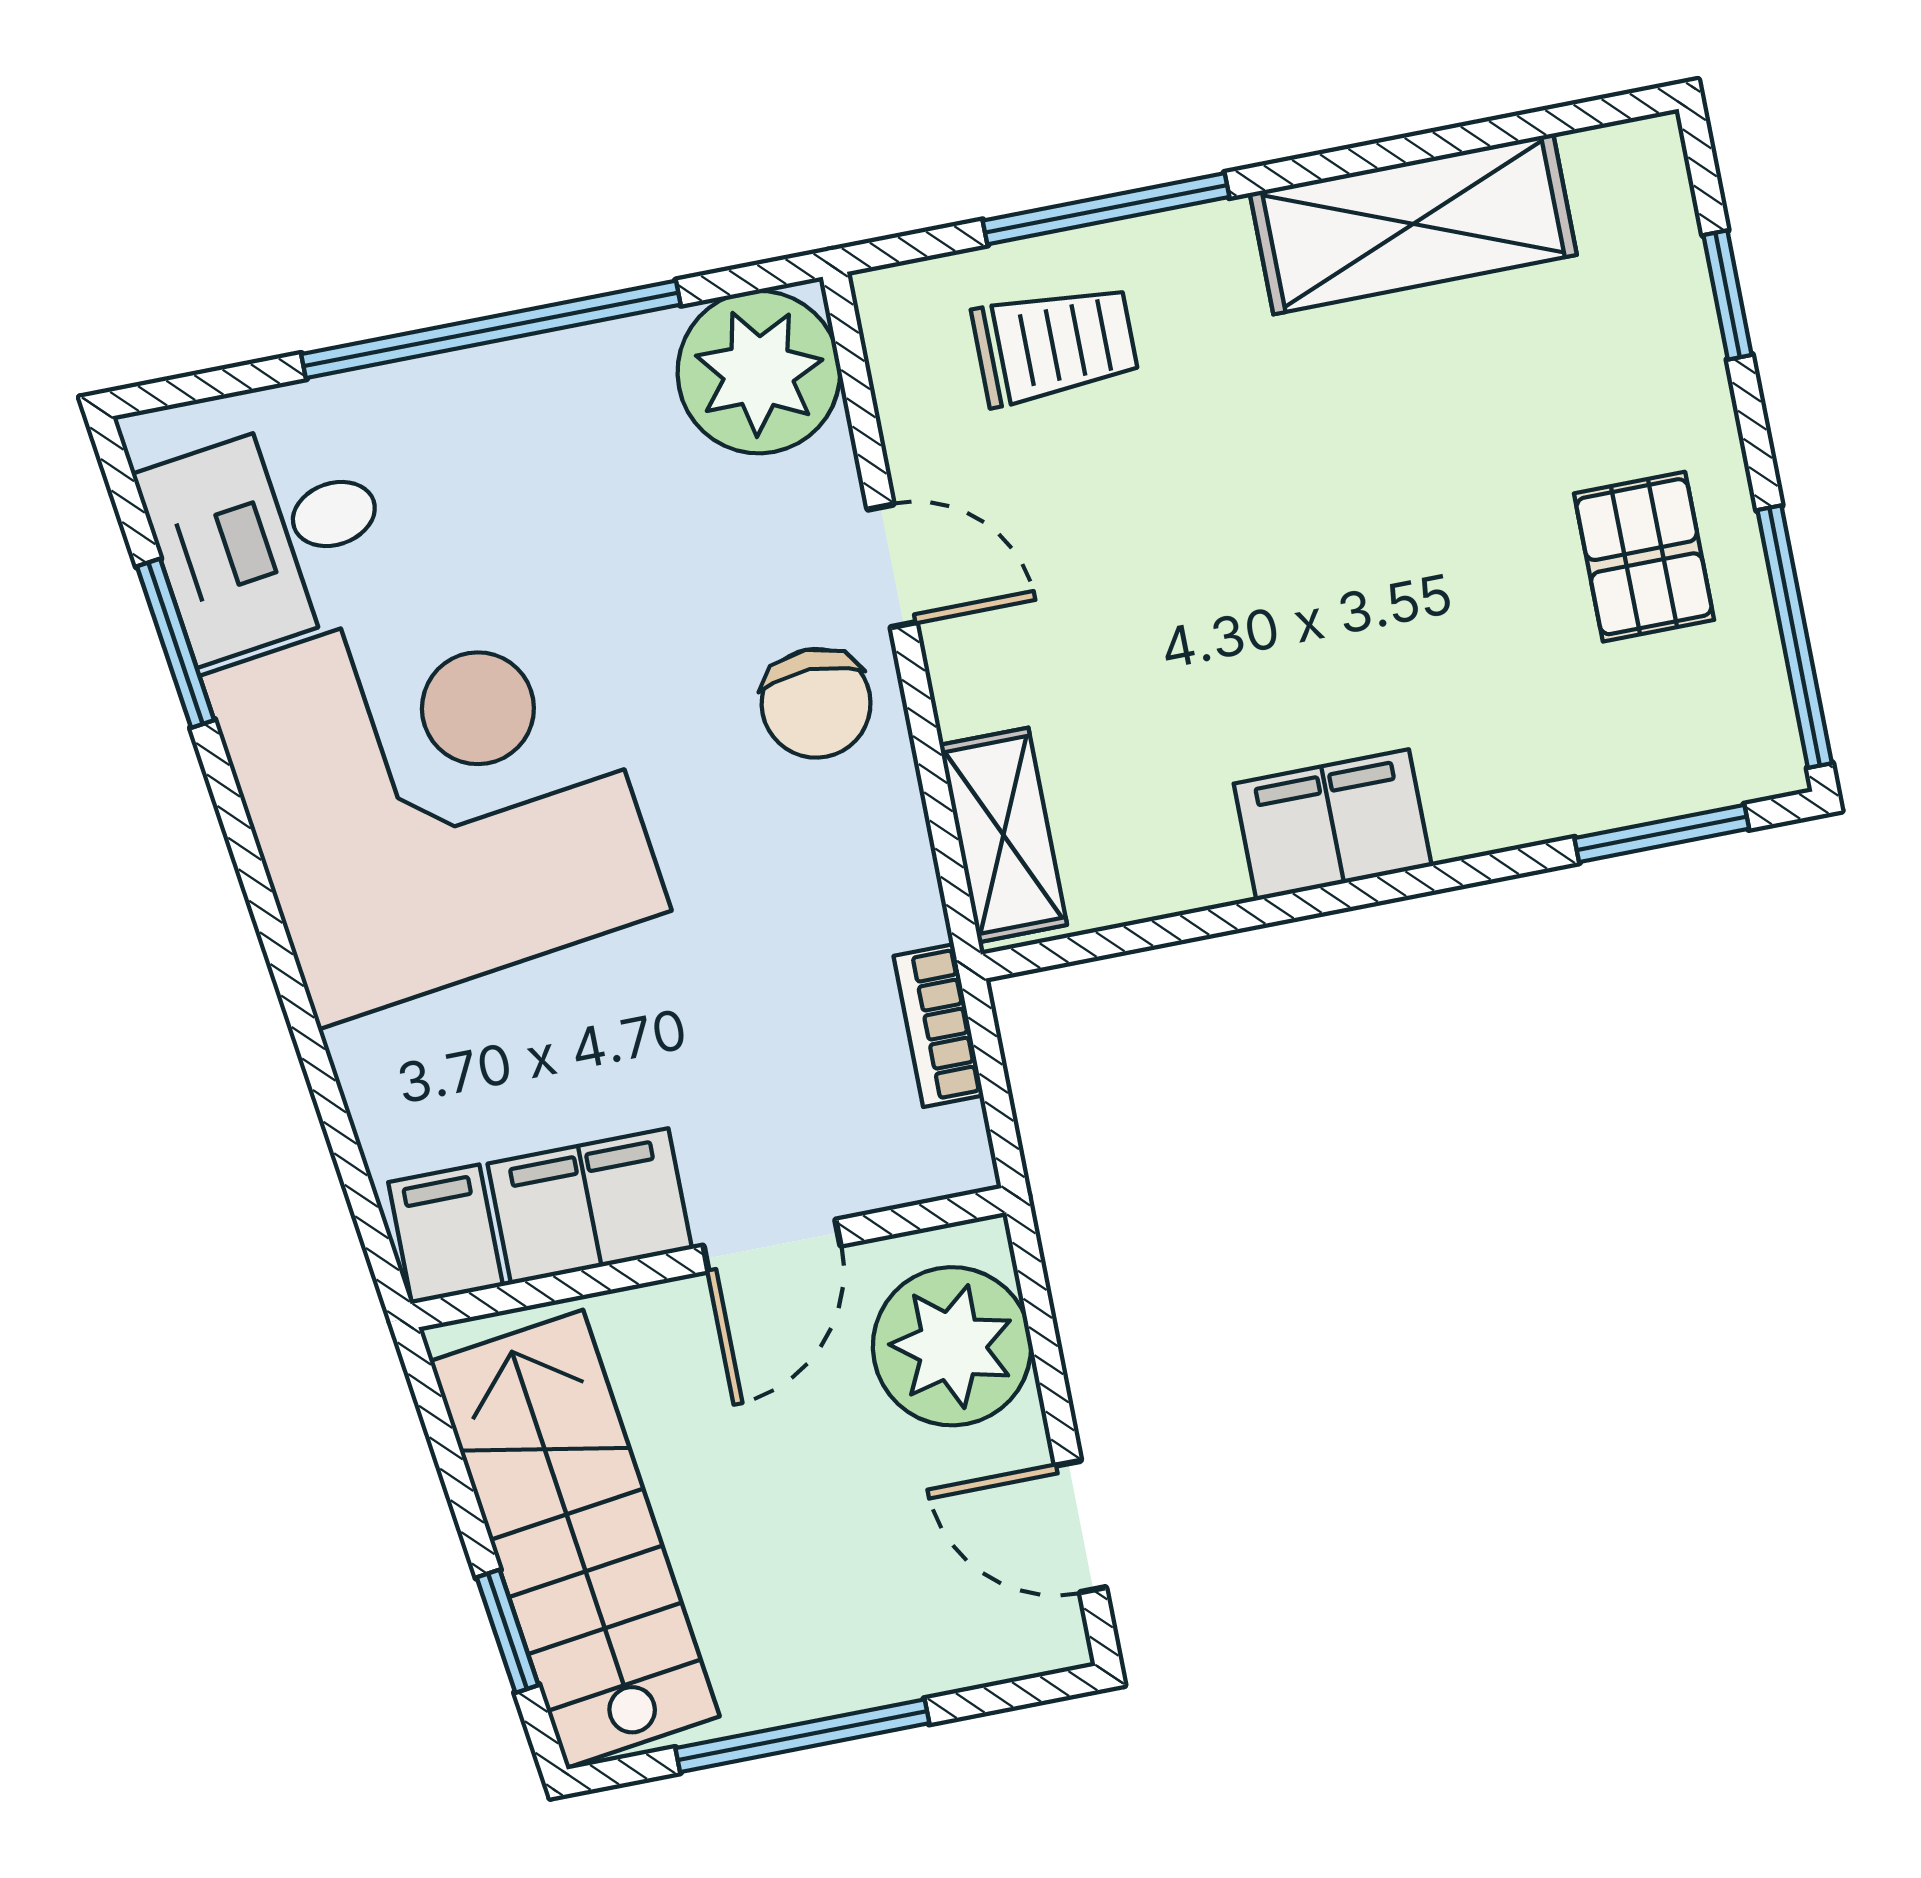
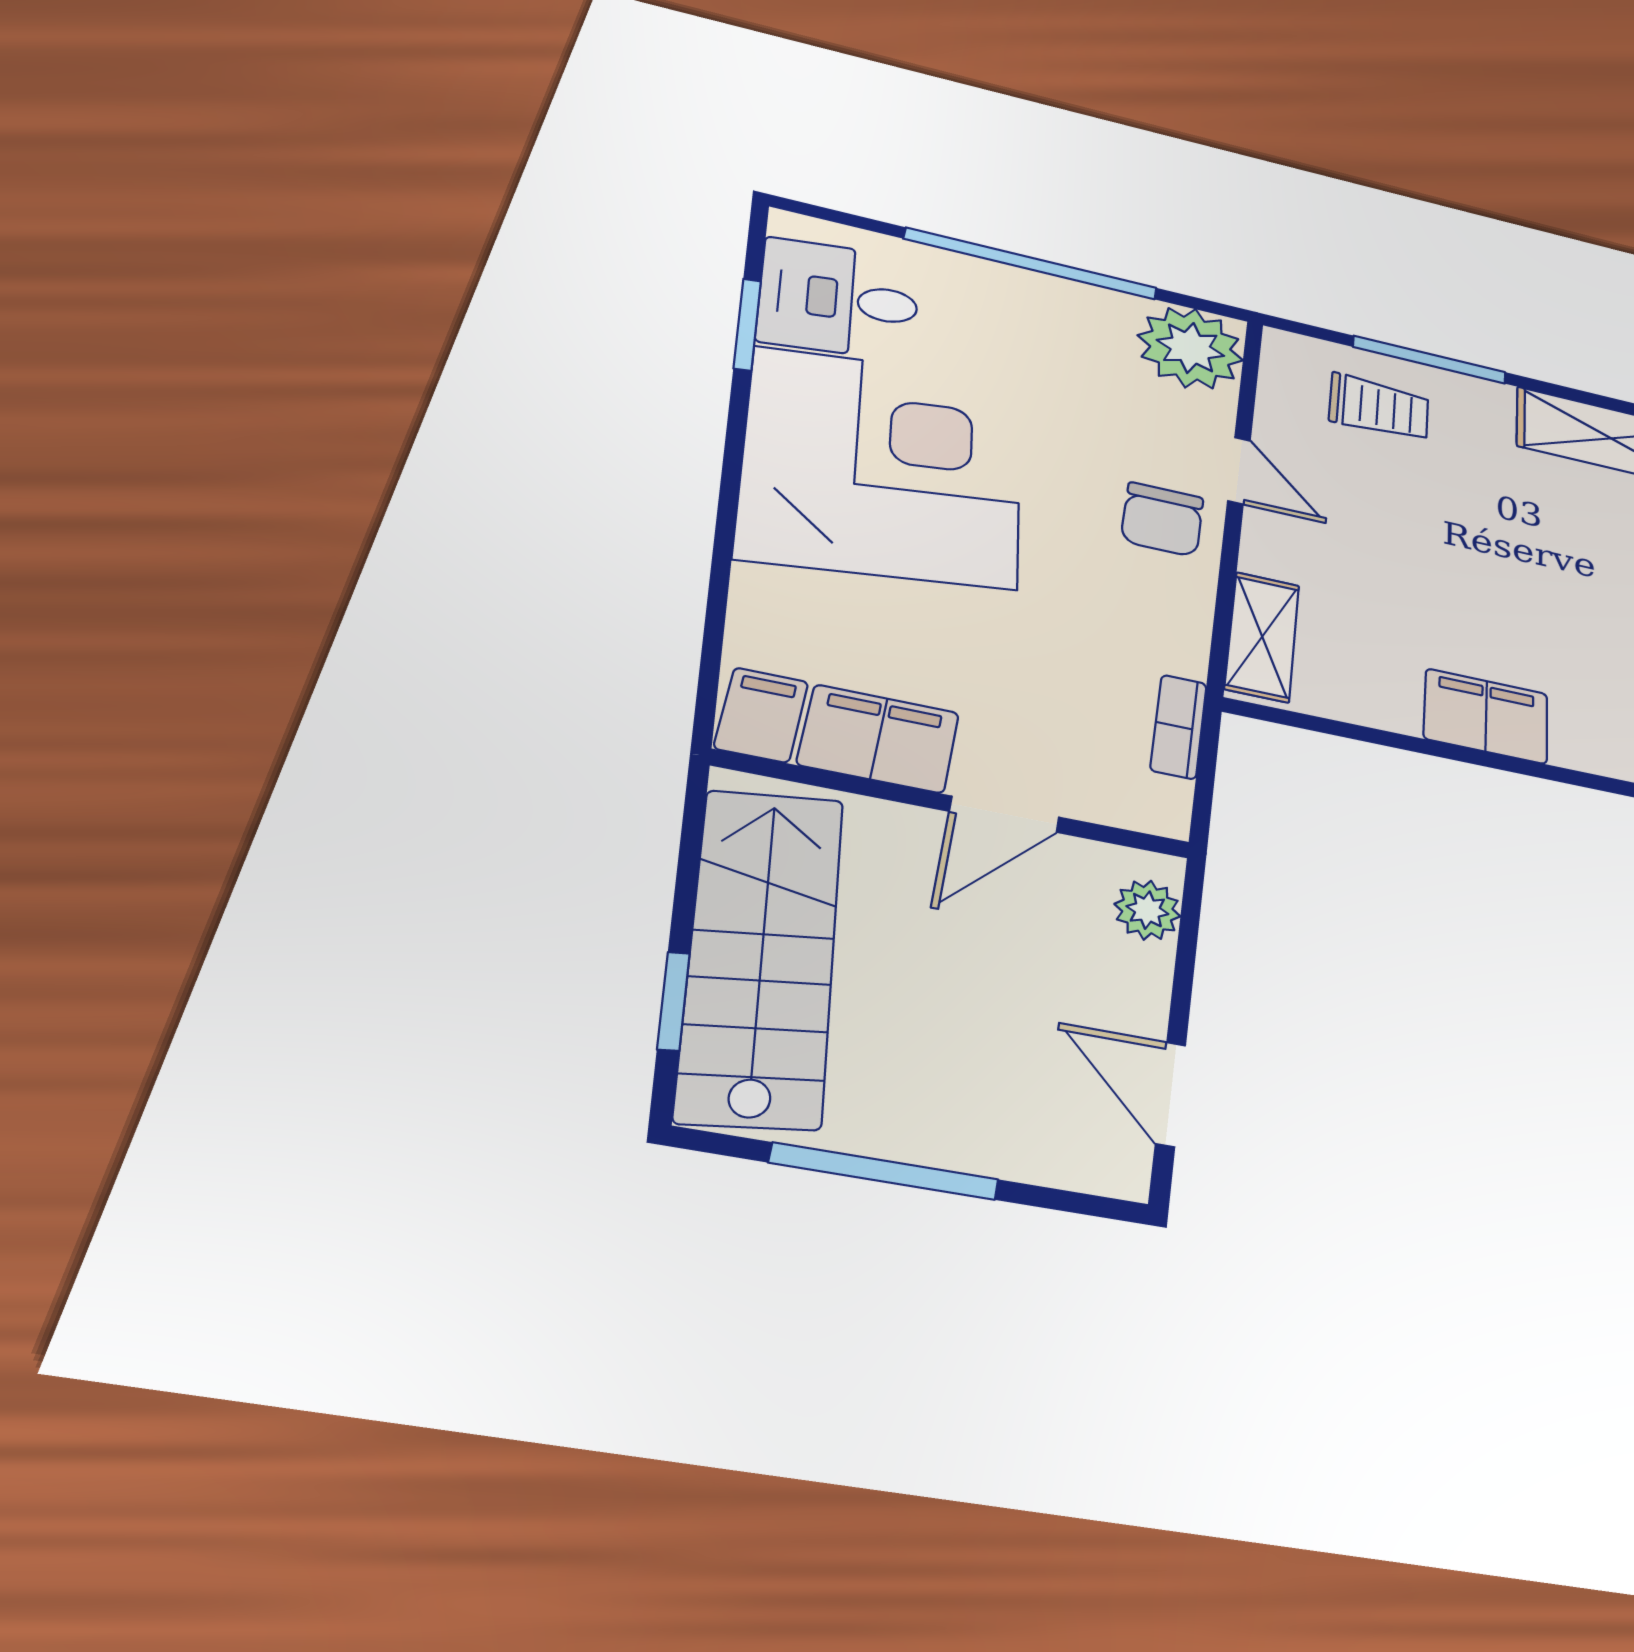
plant: (952, 1346) -> (1147, 910), width x0.53, depth x0.53

